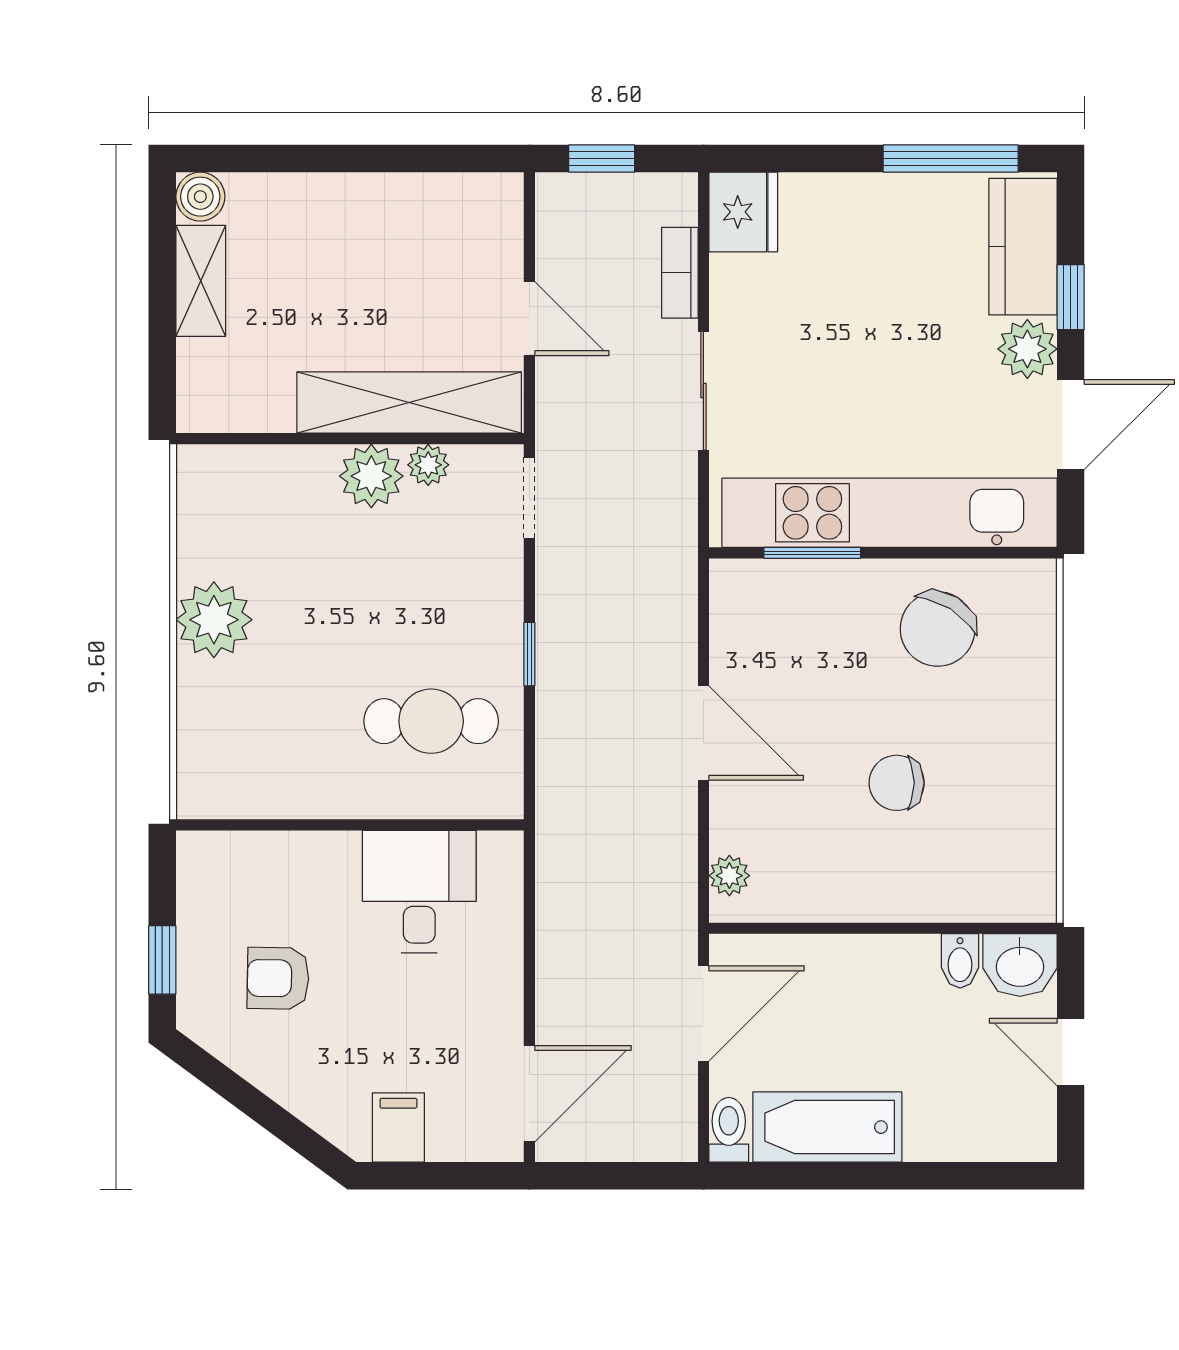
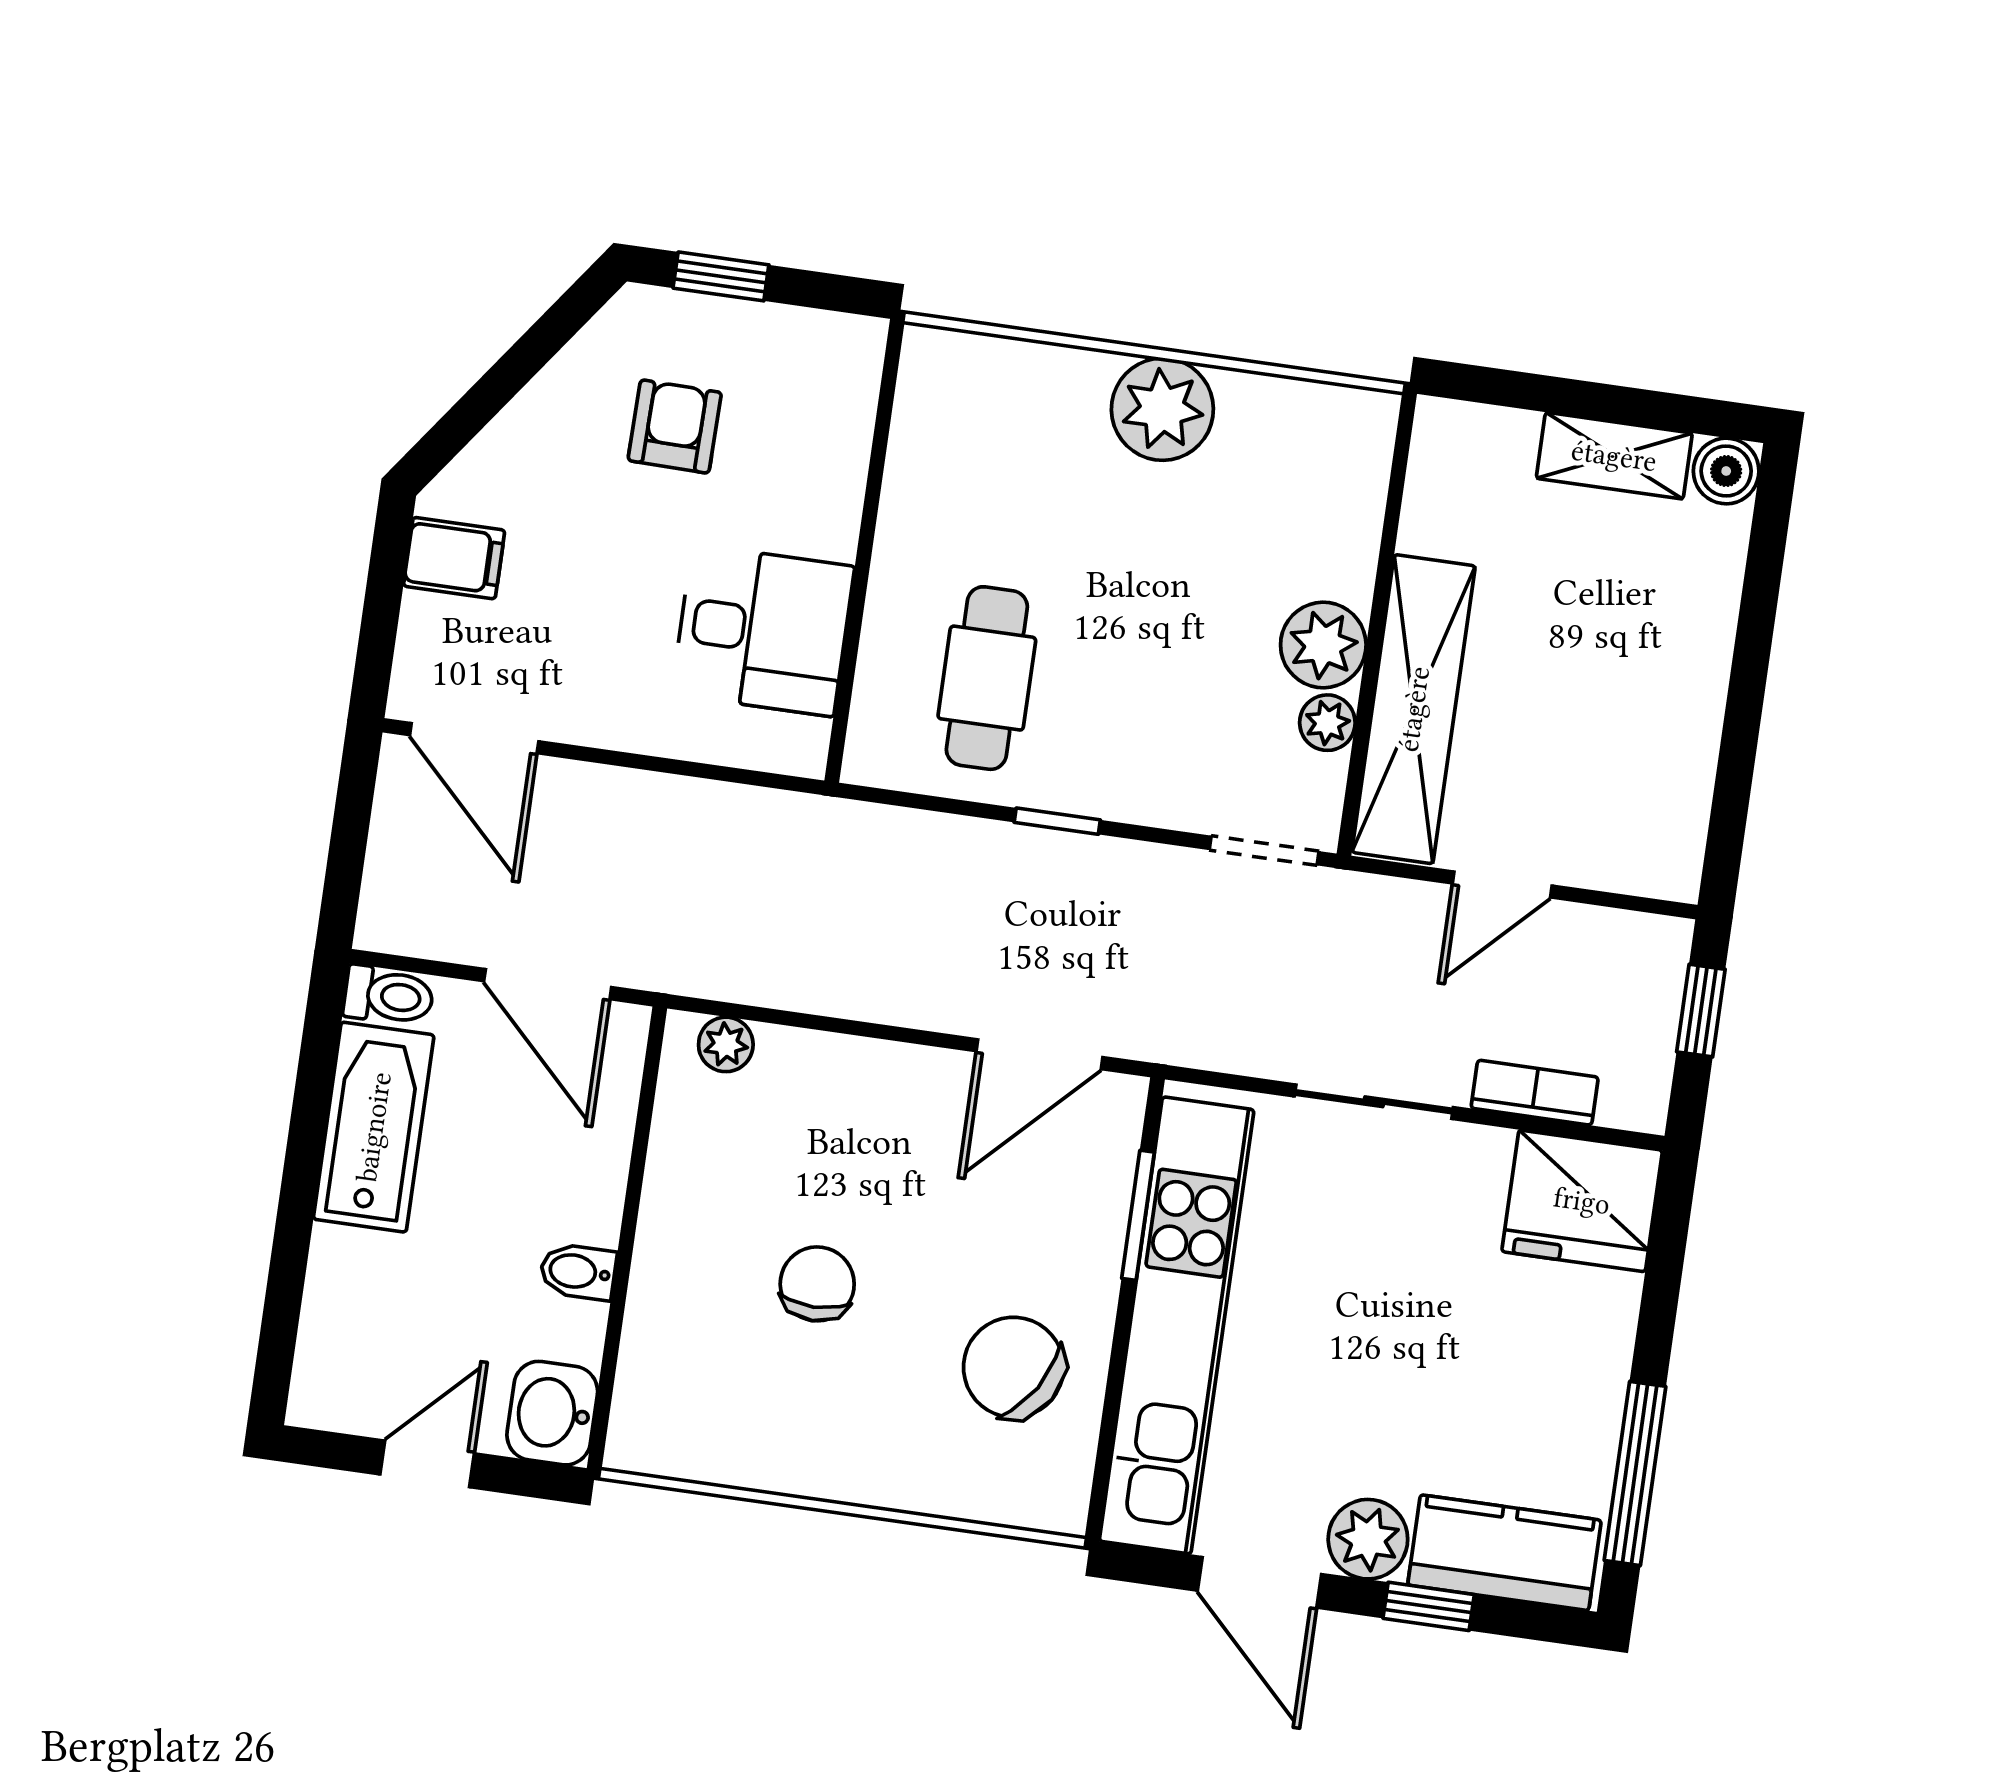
fridge: (743, 212) -> (1582, 1201), width x1.36, depth x1.34
door: (703, 733) -> (1040, 1054), moved
bidet: (960, 961) -> (578, 1272), moved

